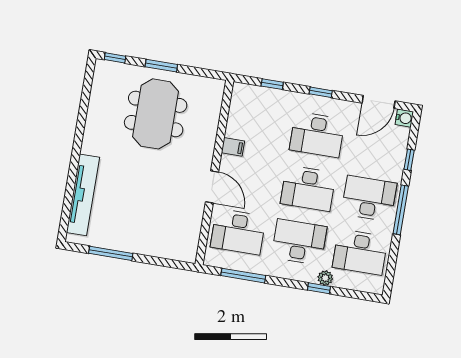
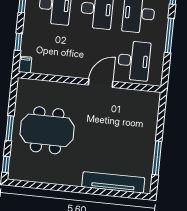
filing cabinet: (233, 147) -> (25, 65), moved
window: (243, 276) -> (169, 35), moved

